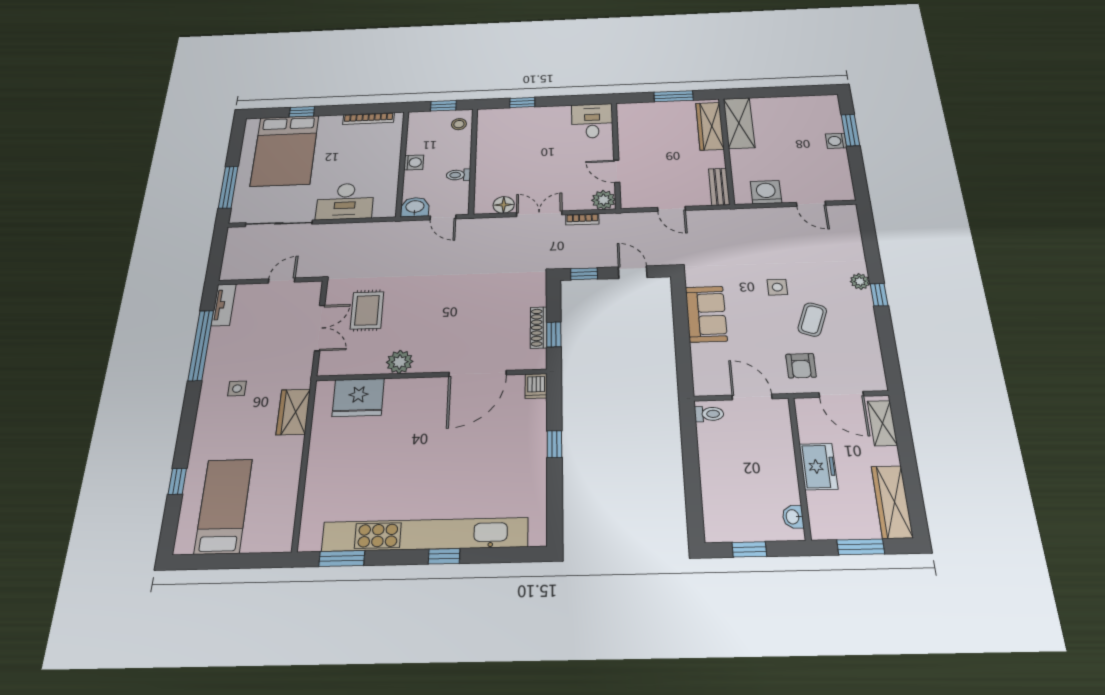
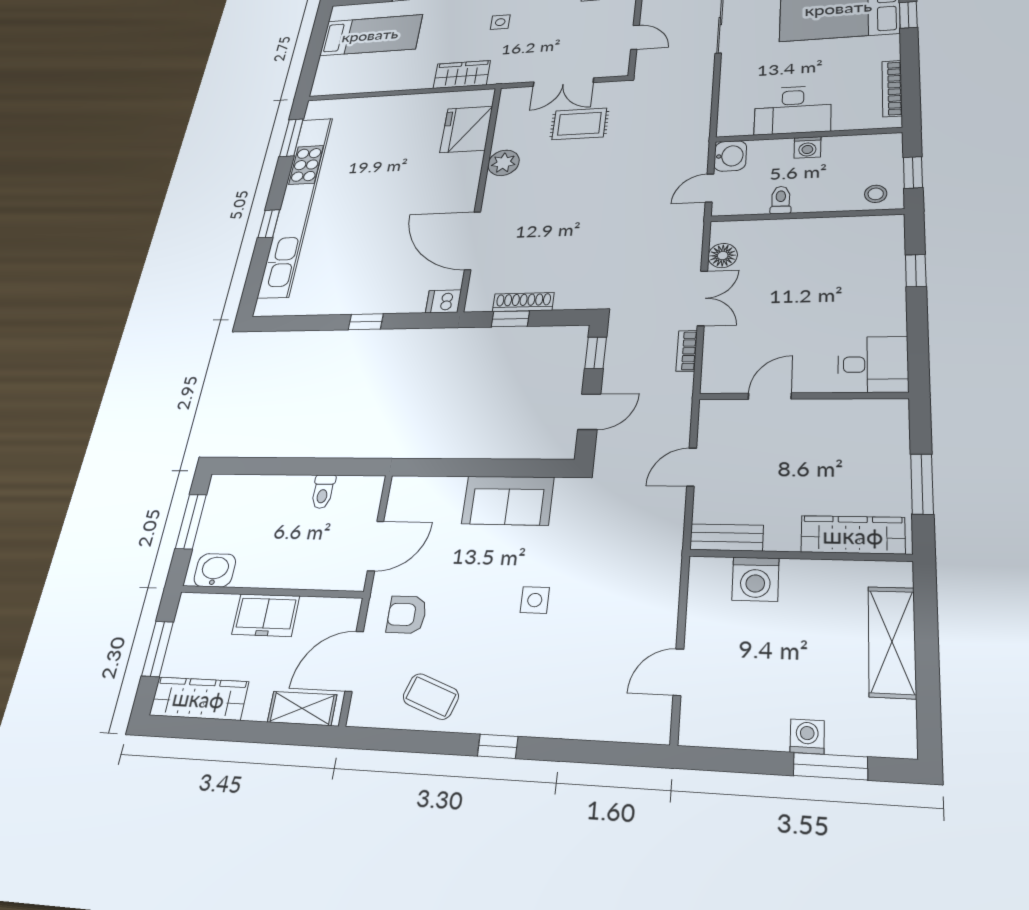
shelving: (739, 123) -> (892, 642), moved, turned 90
washing machine: (766, 192) -> (755, 579), moved, turned 90
plant: (604, 200) -> (718, 378), removed
desk: (345, 201) -> (793, 110), moved, turned -90
plant: (860, 281) -> (525, 722), removed
coffee table: (812, 320) -> (431, 696), moved
toilet: (709, 414) -> (323, 492), moved
washbasin: (793, 517) -> (215, 570), width x1.38, depth x1.45
window: (749, 549) -> (191, 521), width x1.50

